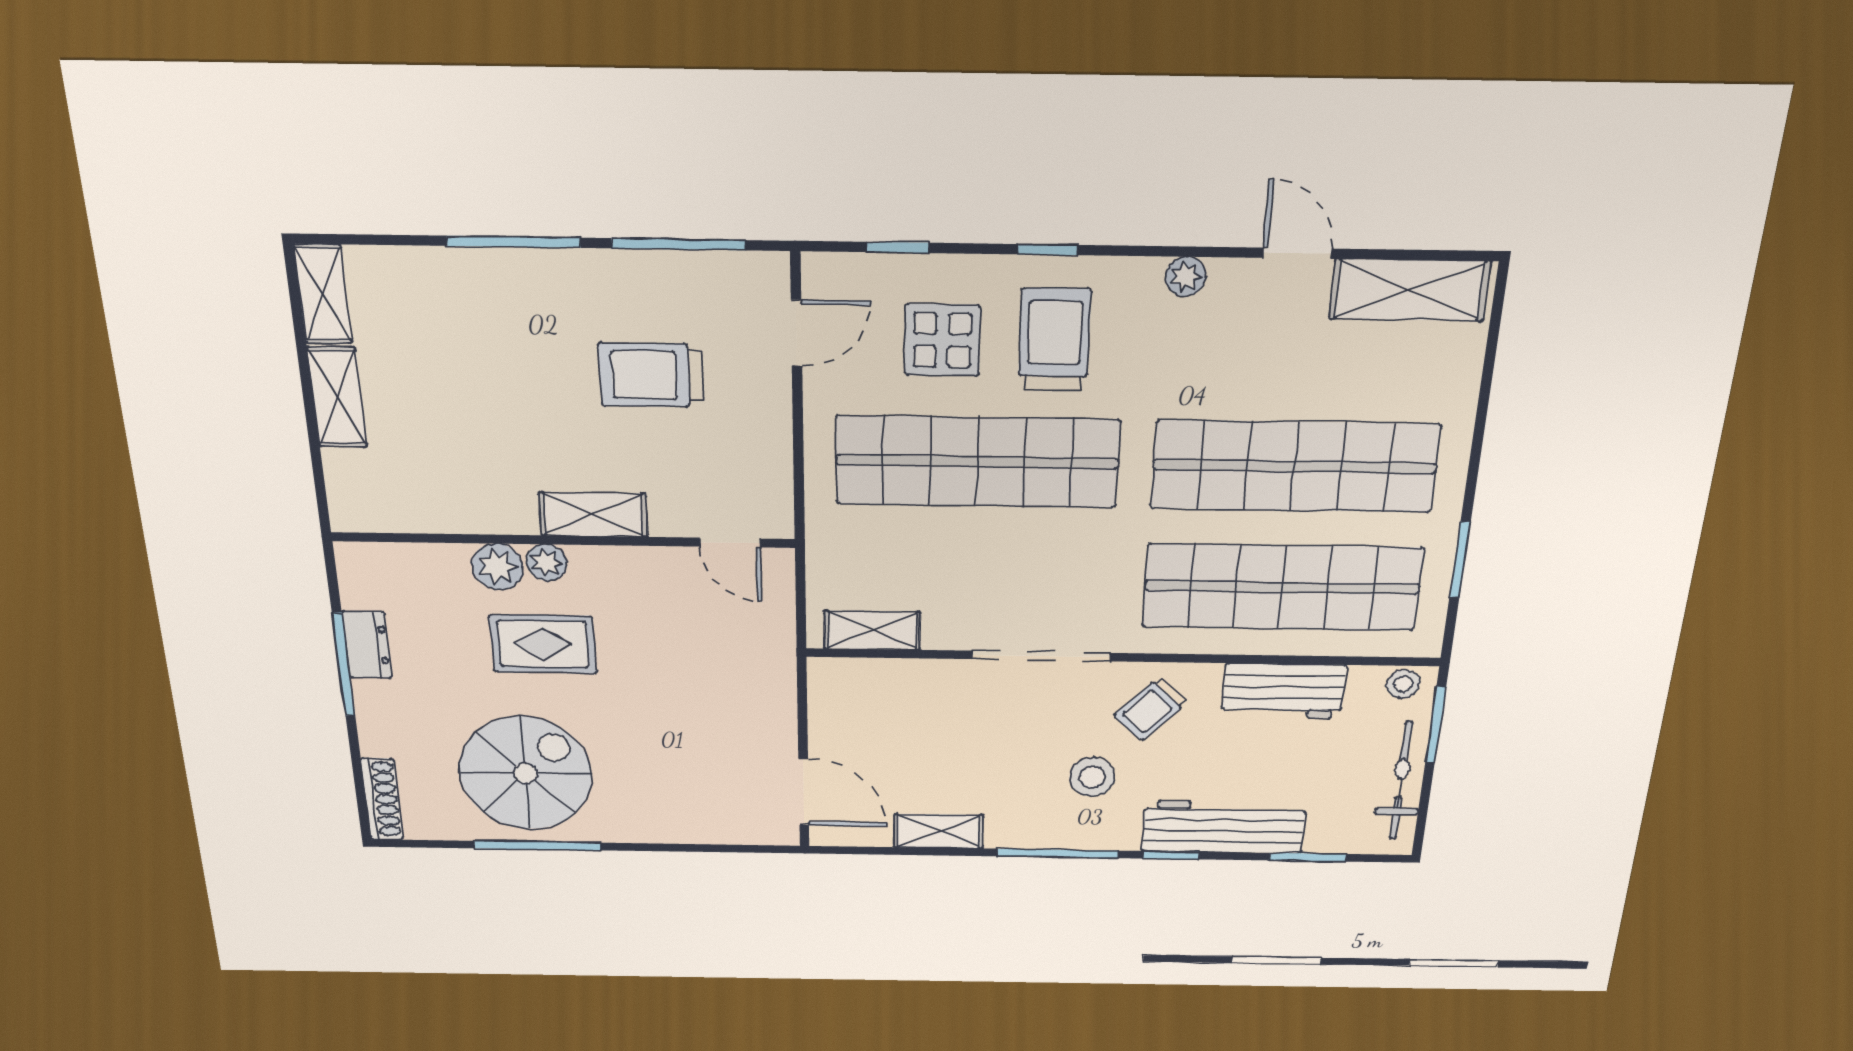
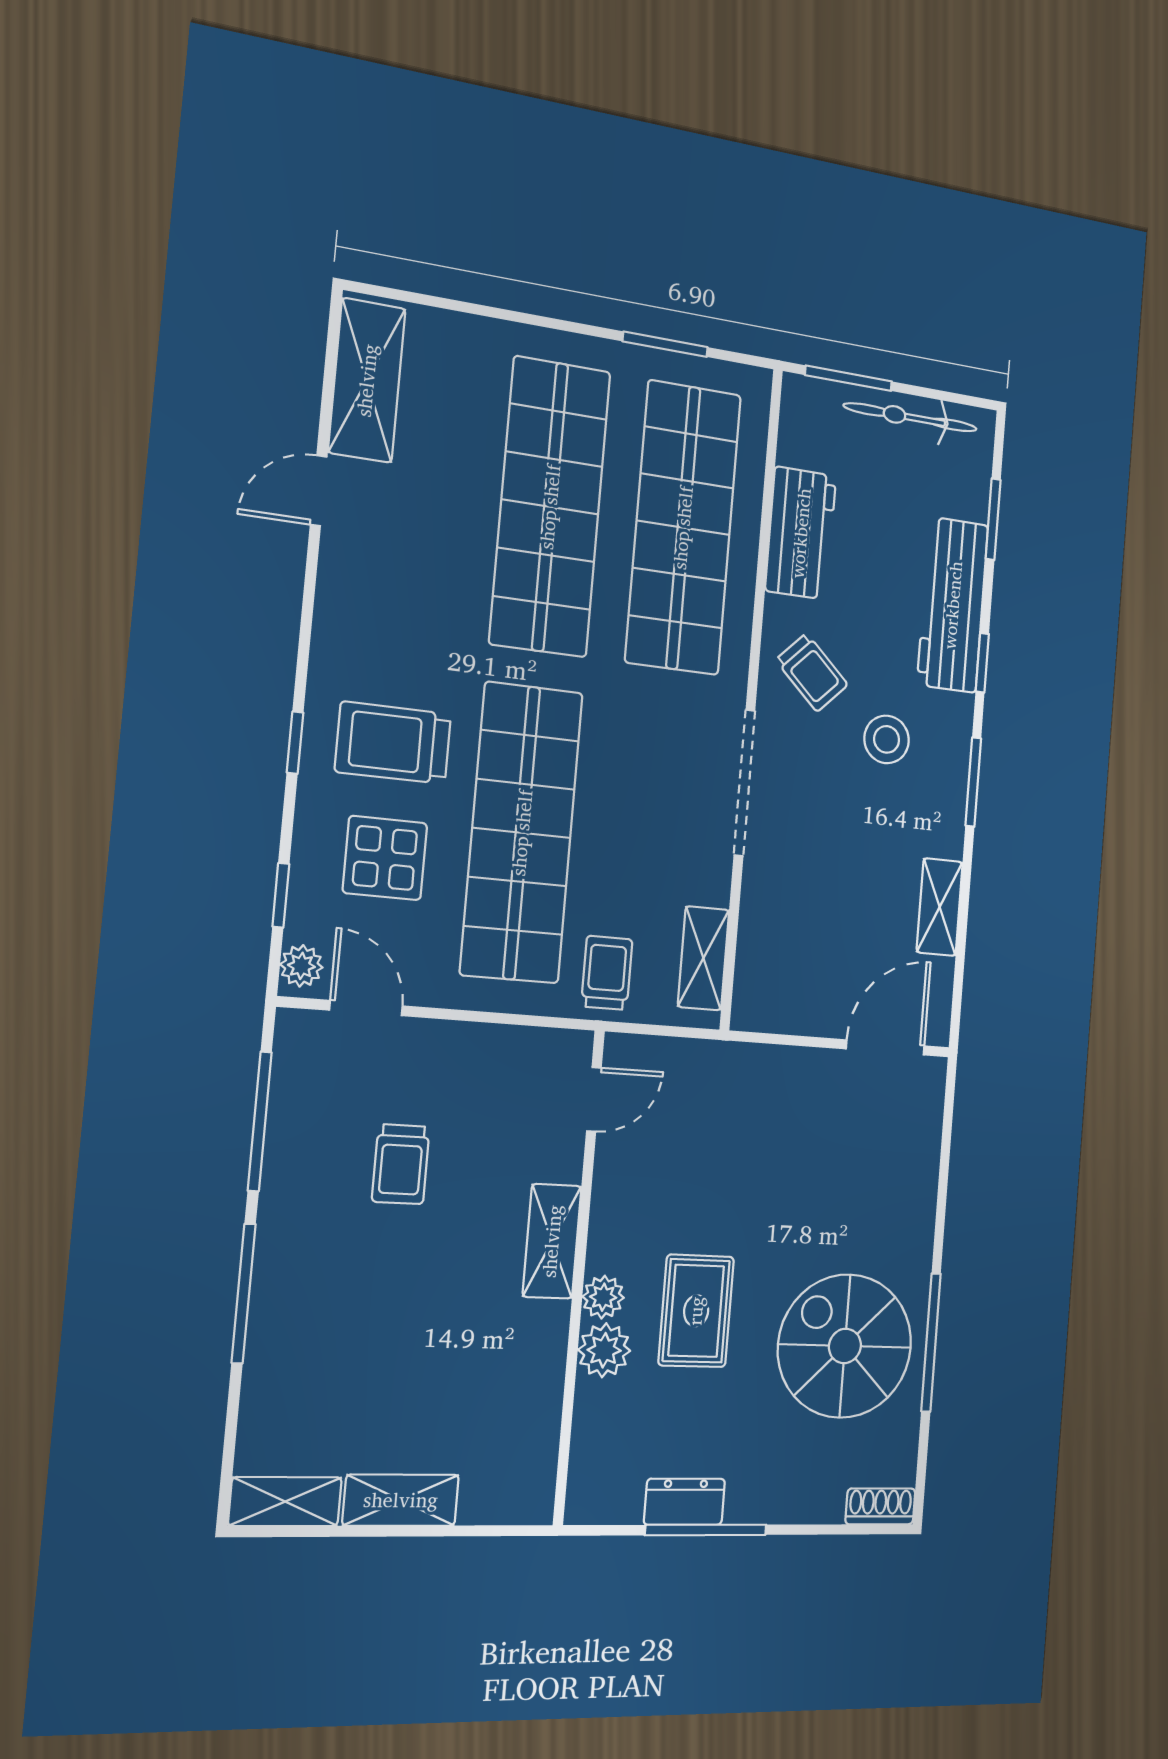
plant: (1186, 277) -> (301, 966), moved
trolley: (651, 375) -> (401, 1164), width x0.73, depth x0.72
trolley: (850, 546) -> (607, 973), added
stool: (1403, 684) -> (800, 409), removed
shoe rack: (382, 799) -> (880, 1506), width x0.70
window: (1058, 853) -> (973, 782), width x0.69

